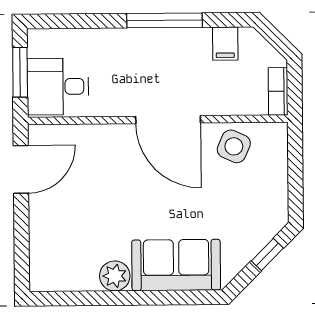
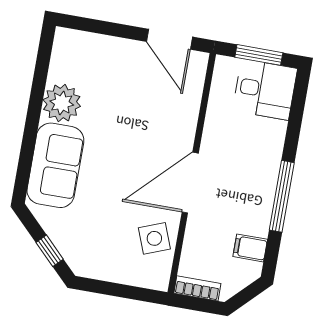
desk: (58, 86) -> (265, 90), moved, turned 90
side table: (234, 146) -> (154, 238), turned 45
plant: (115, 276) -> (62, 103), width x1.36, depth x1.36

